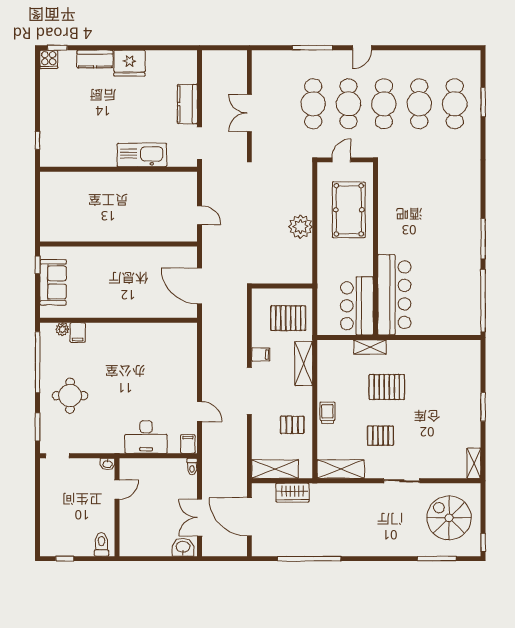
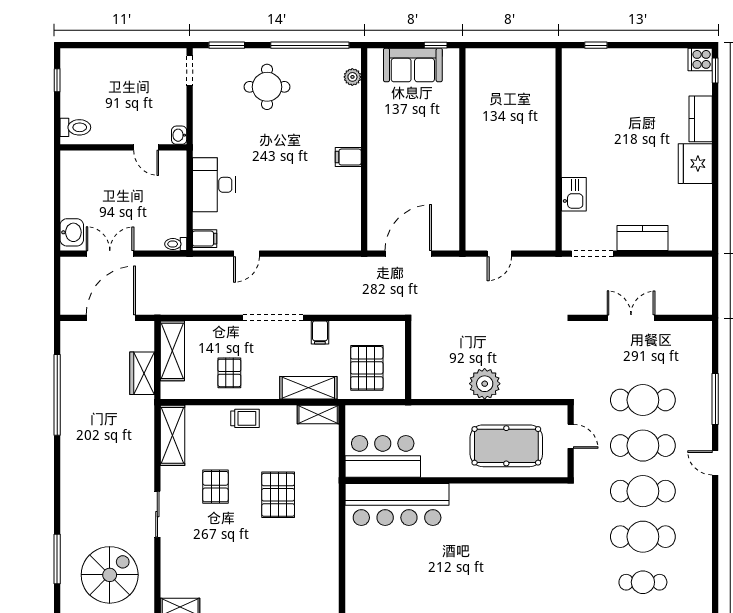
cafe table: (455, 104) -> (643, 582), width x0.73, depth x0.74
kitchen sink: (142, 155) -> (574, 194), width x0.53, depth x0.81
filing cabinet: (78, 333) -> (348, 157), moved
shelving: (370, 347) -> (318, 415), moved, turned 90

